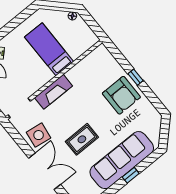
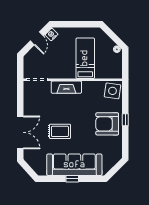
armchair: (121, 95) -> (107, 124), turned 90
side table: (39, 135) -> (112, 91), moved

